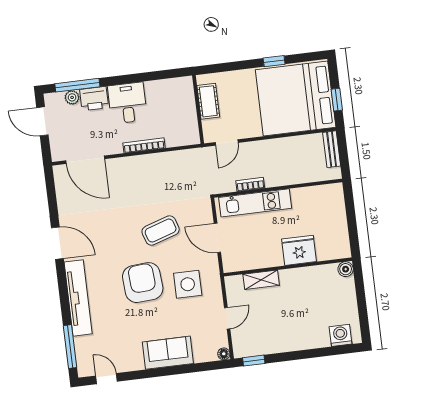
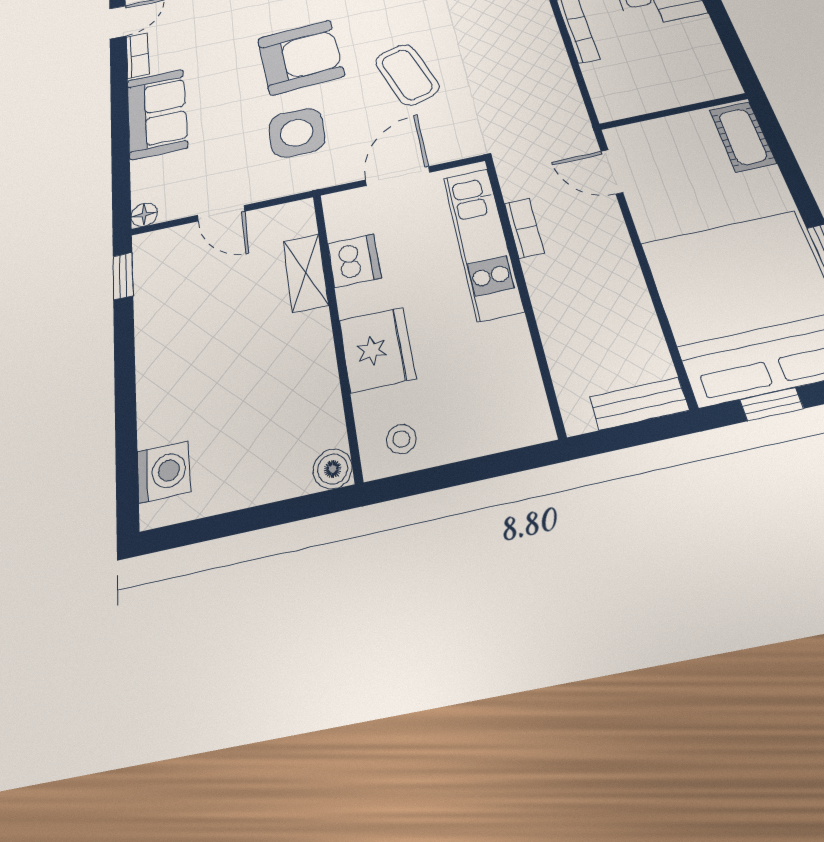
cot: (208, 101) -> (743, 137), moved, turned 90
stool: (337, 242) -> (401, 439), added
dishwasher: (258, 259) -> (354, 261), added
bookcase: (130, 366) -> (138, 55), added

